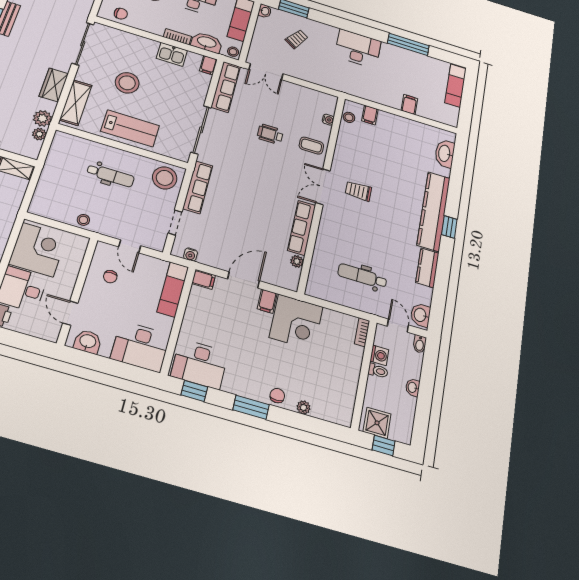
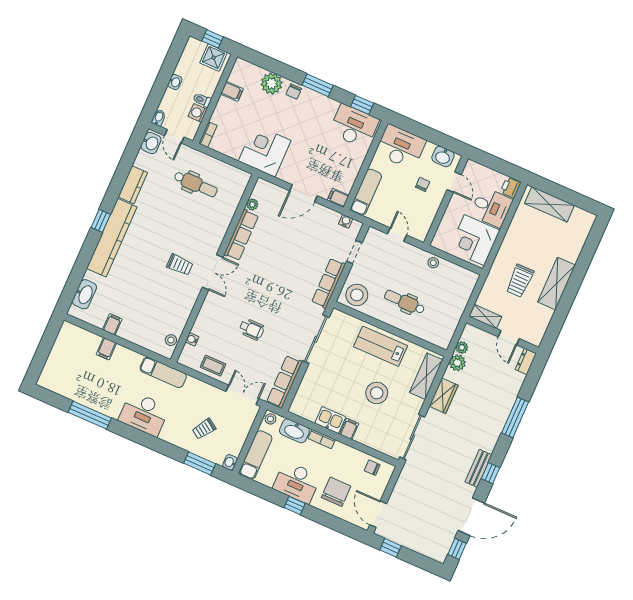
filing cabinet: (208, 65) -> (349, 429), moved
exam couch: (456, 85) -> (163, 372), moved, turned 90
filing cabinet: (370, 115) -> (112, 324), moved
coffee table: (311, 146) -> (213, 366), moved
chair: (110, 277) -> (423, 184), moved
filing cabinet: (267, 301) -> (232, 91), moved, turned 90
plant: (304, 407) -> (272, 83), width x1.88, depth x1.88

